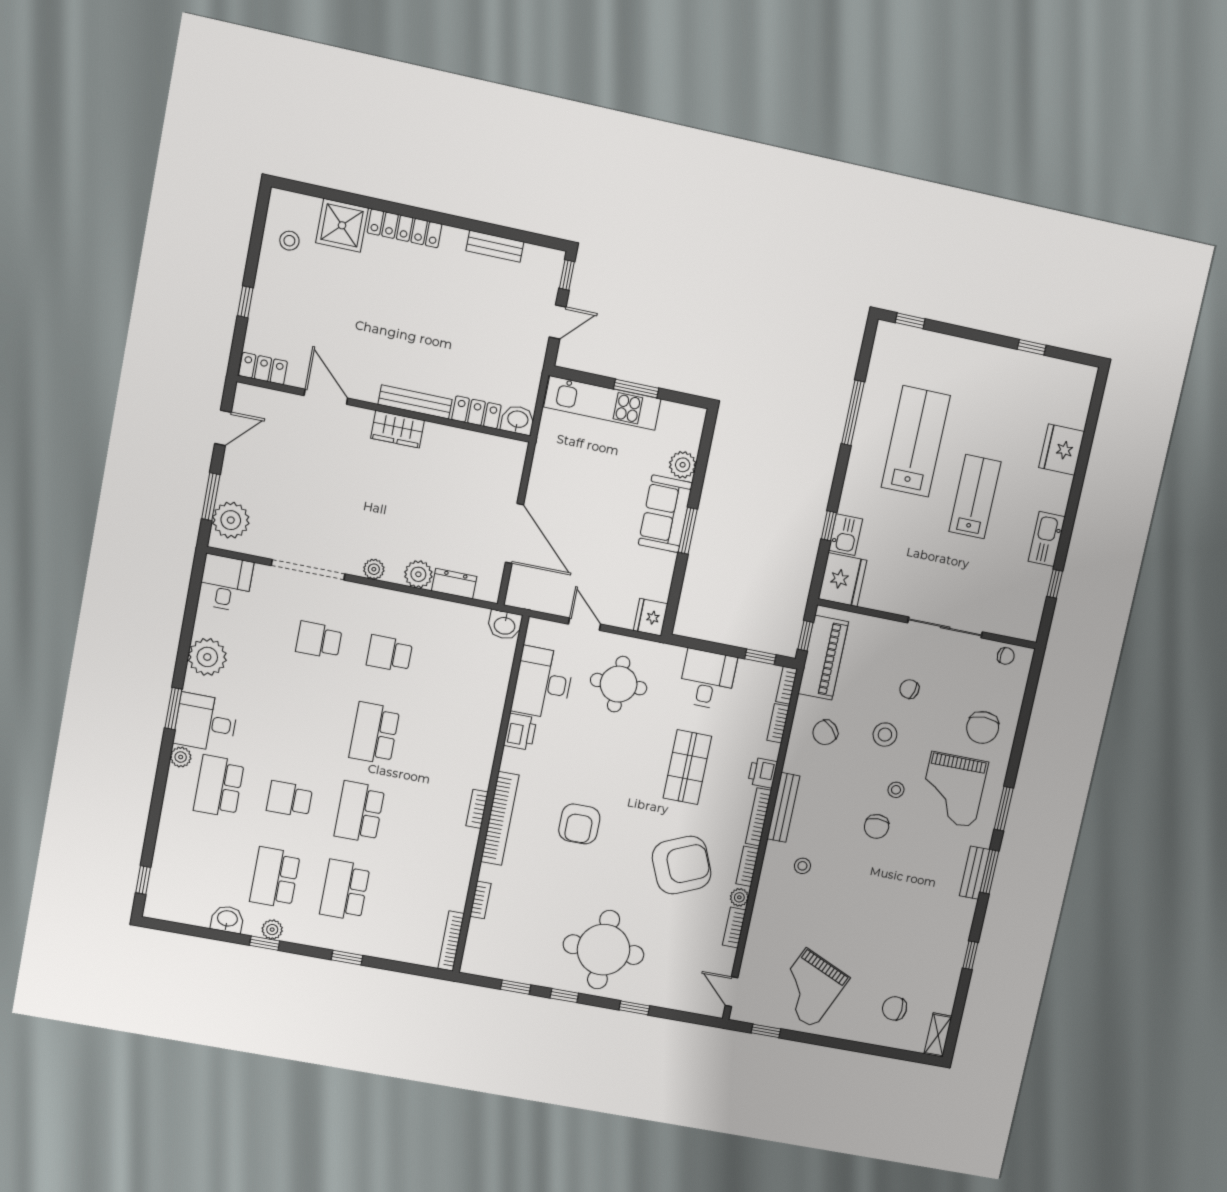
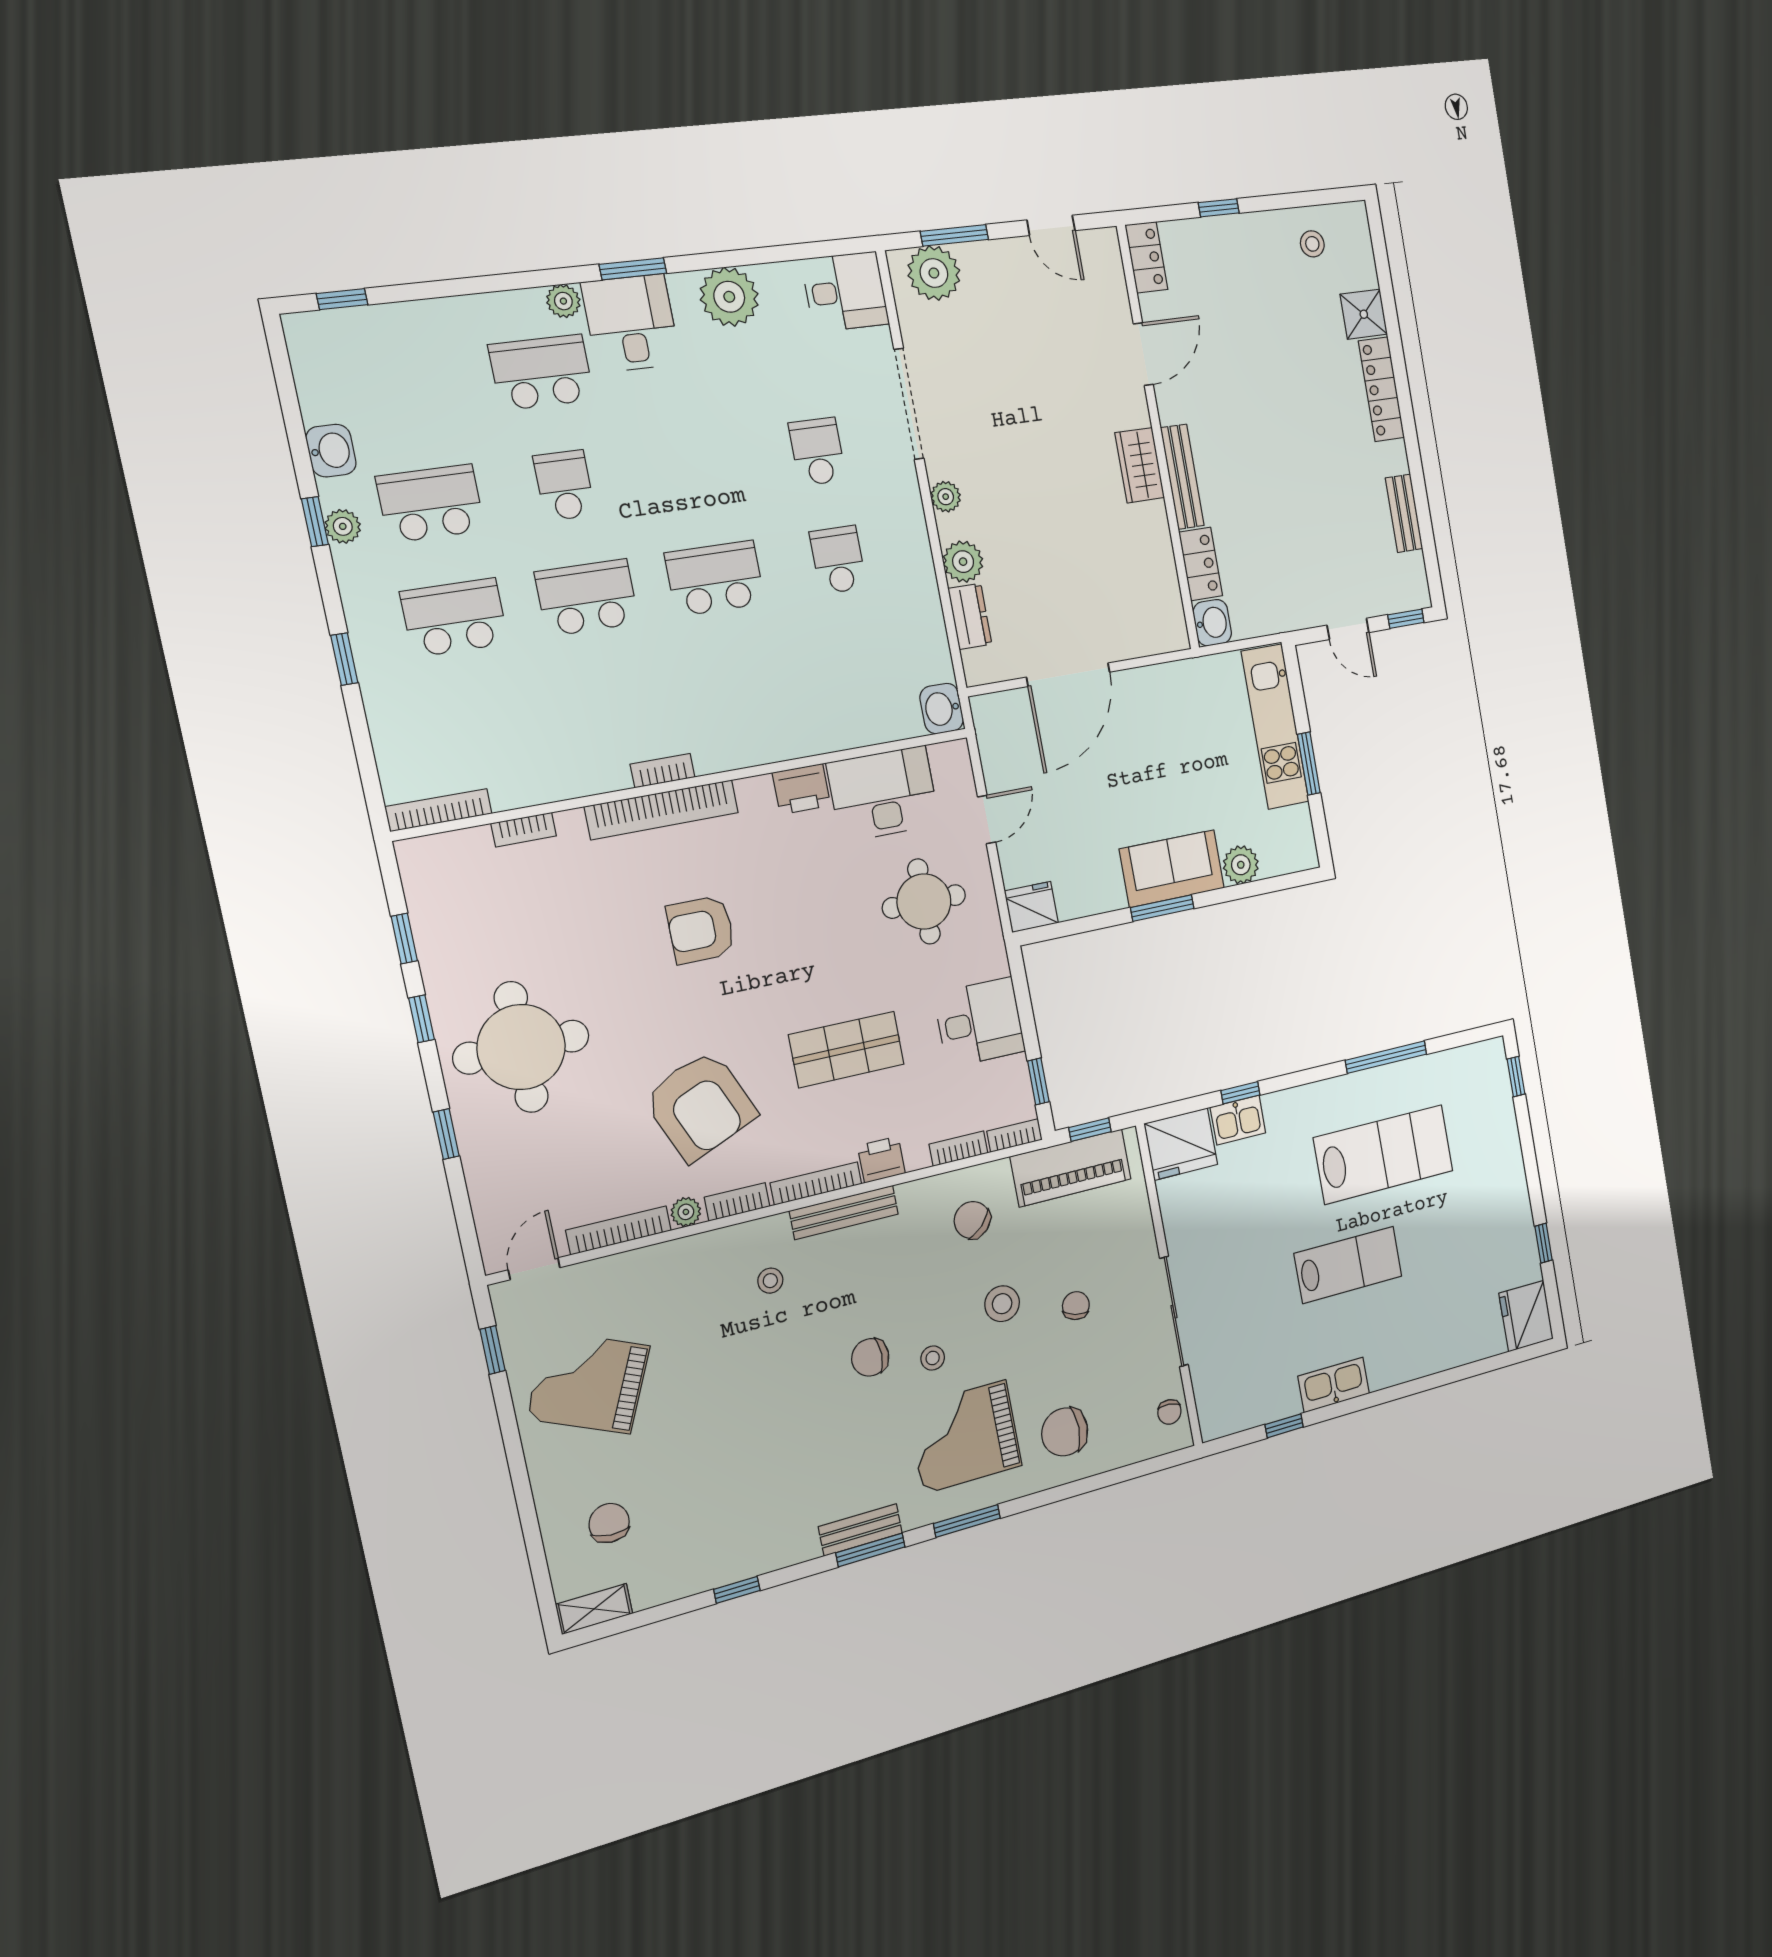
shower: (342, 225) -> (1364, 314), width x0.73, depth x0.73
fridge: (1062, 450) -> (1526, 1316), moved, turned -90
bookcase: (734, 928) -> (619, 1230), width x1.56

